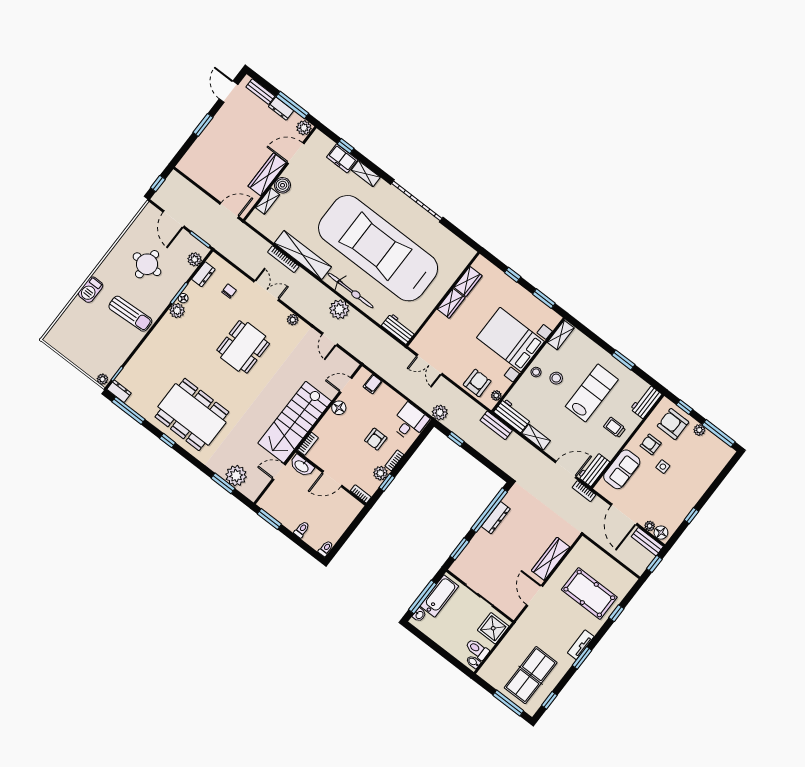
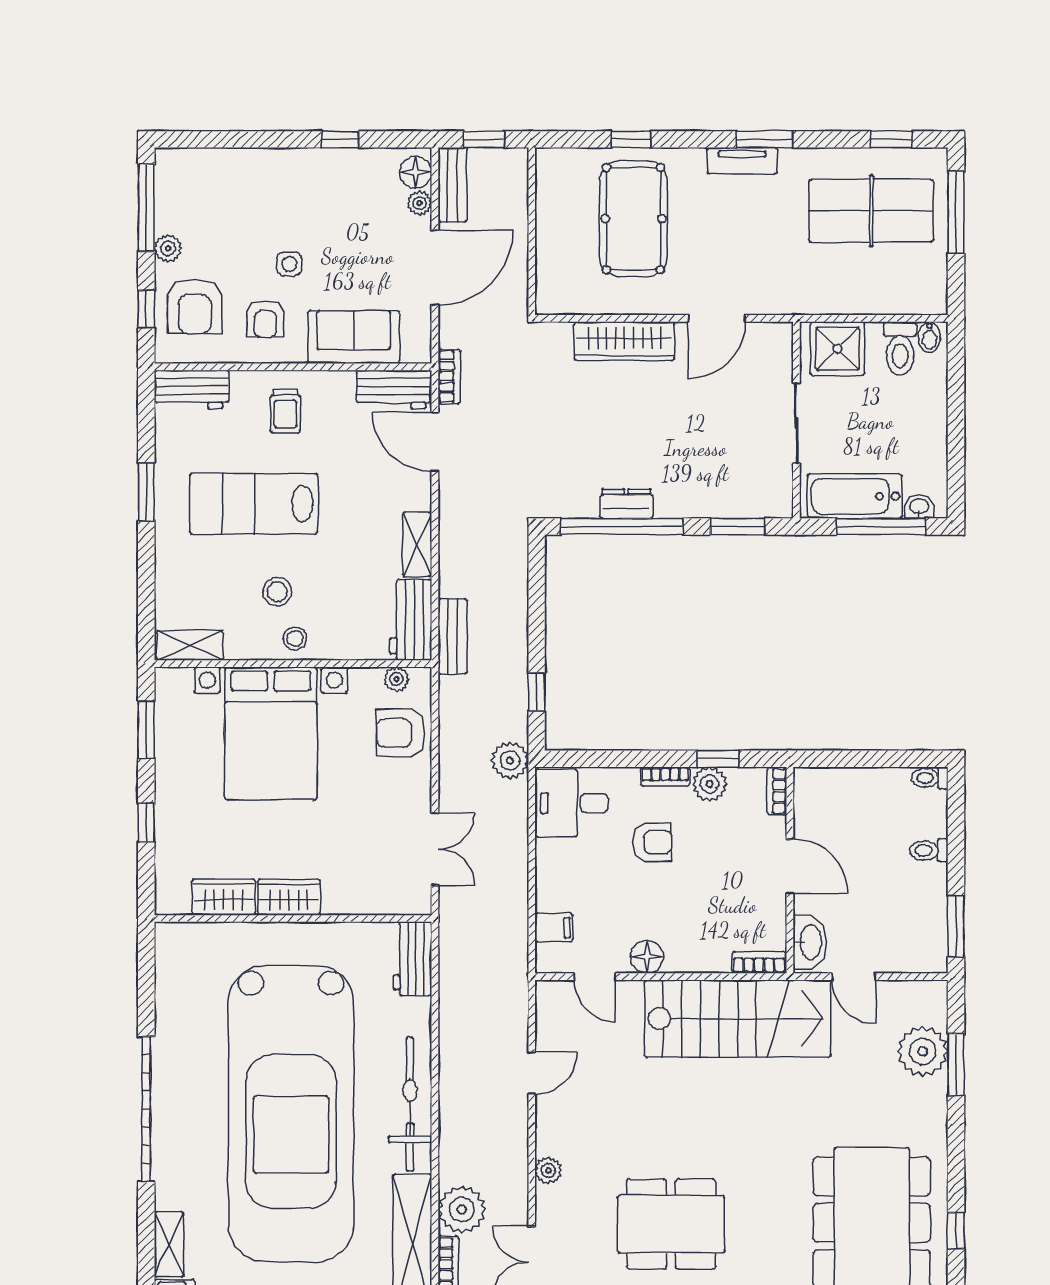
plant: (339, 309) -> (462, 1209), moved
dresser: (496, 518) -> (626, 504), width x0.70

